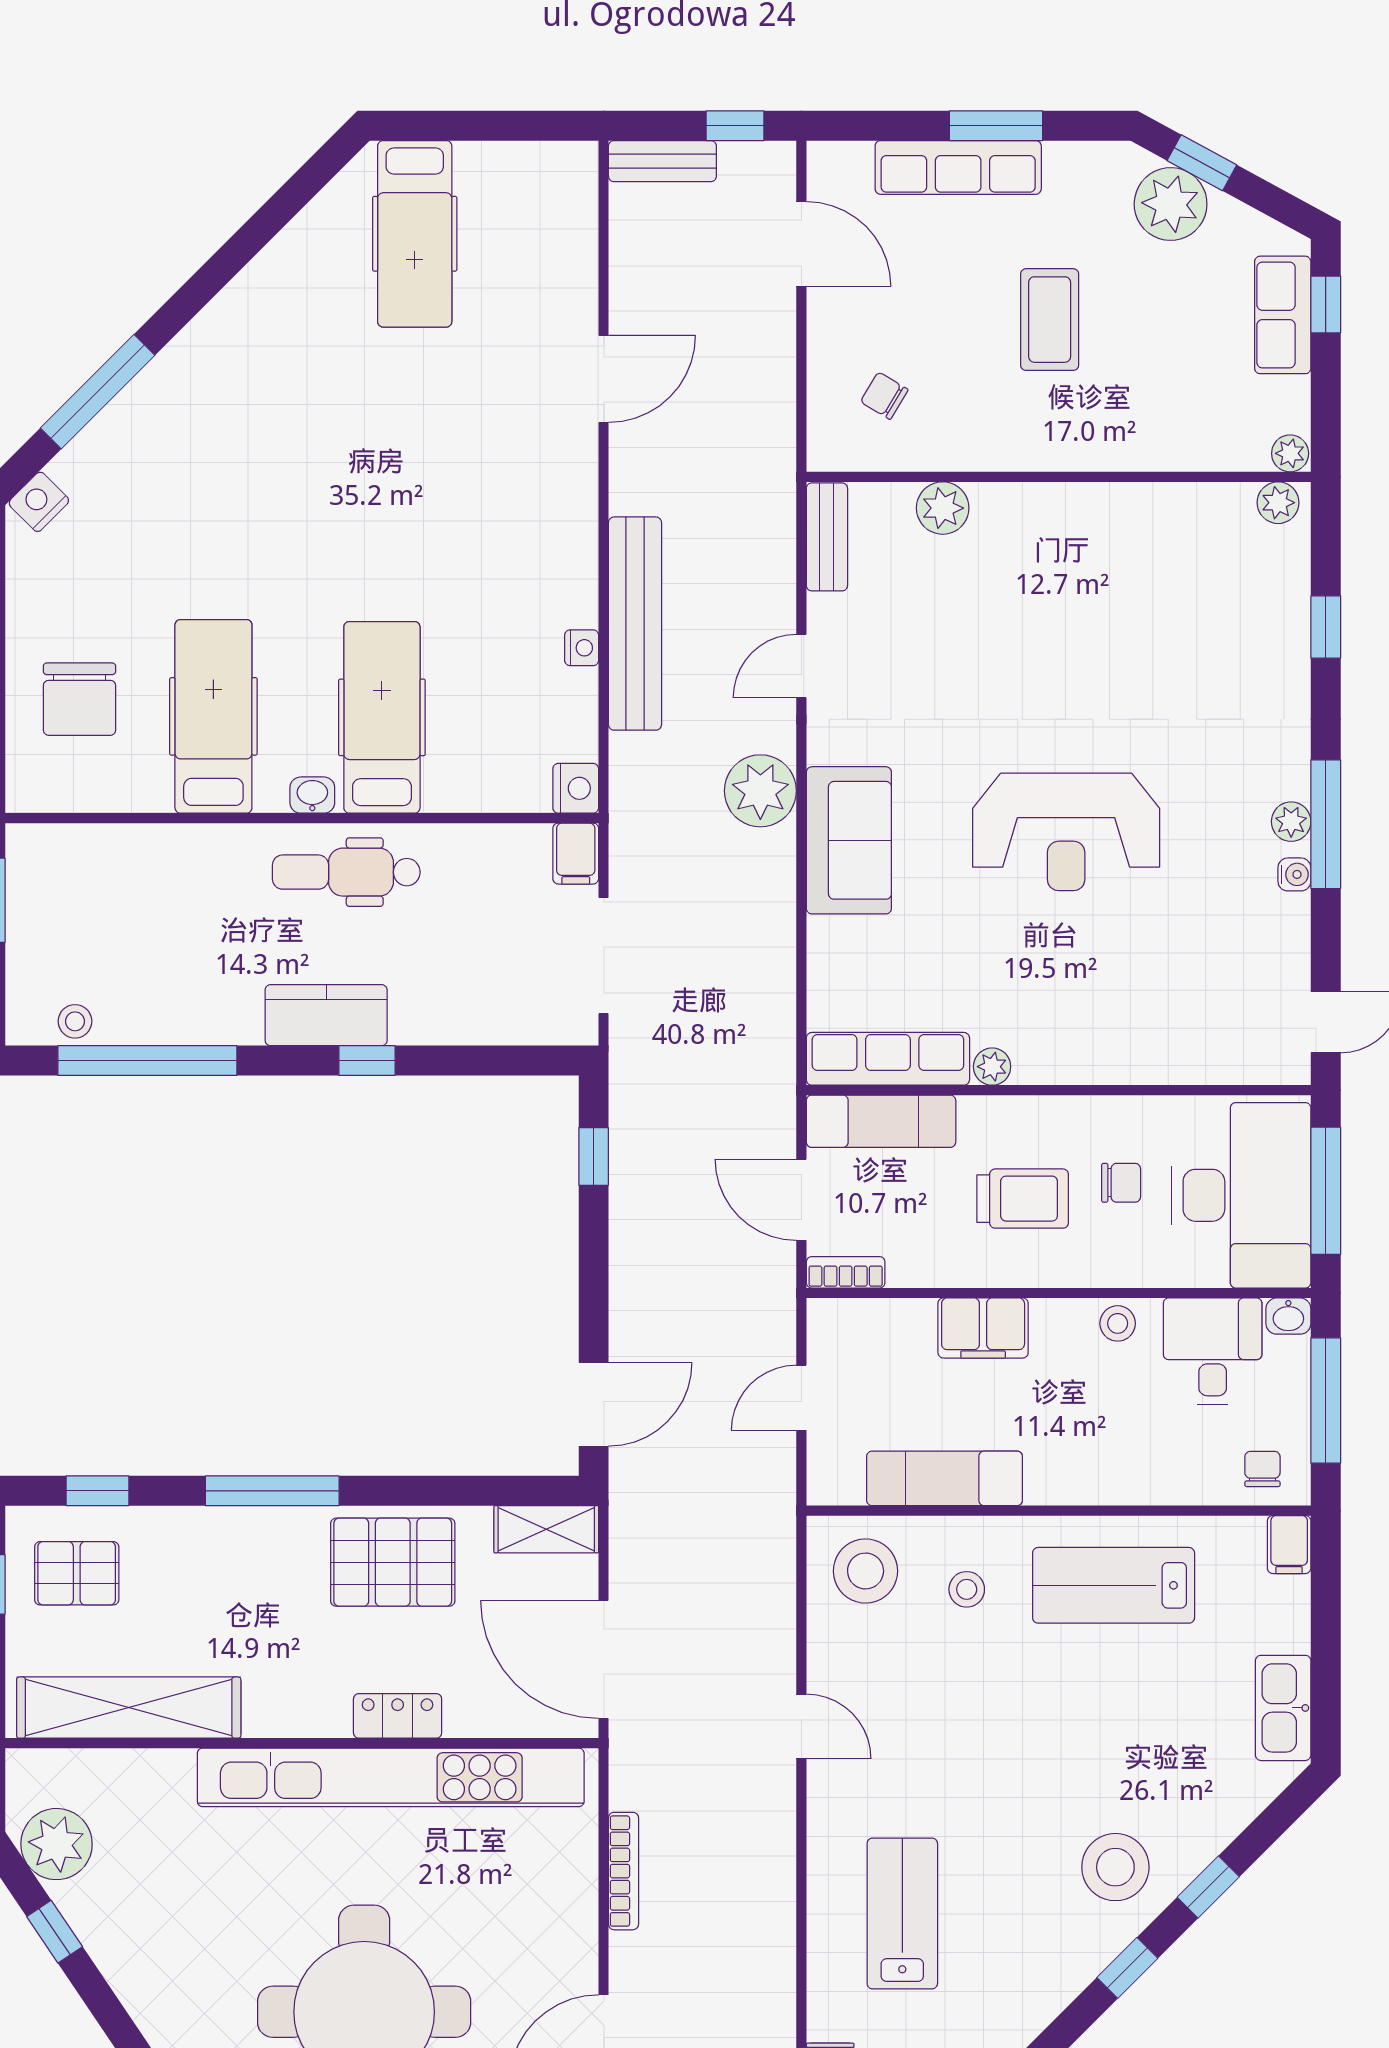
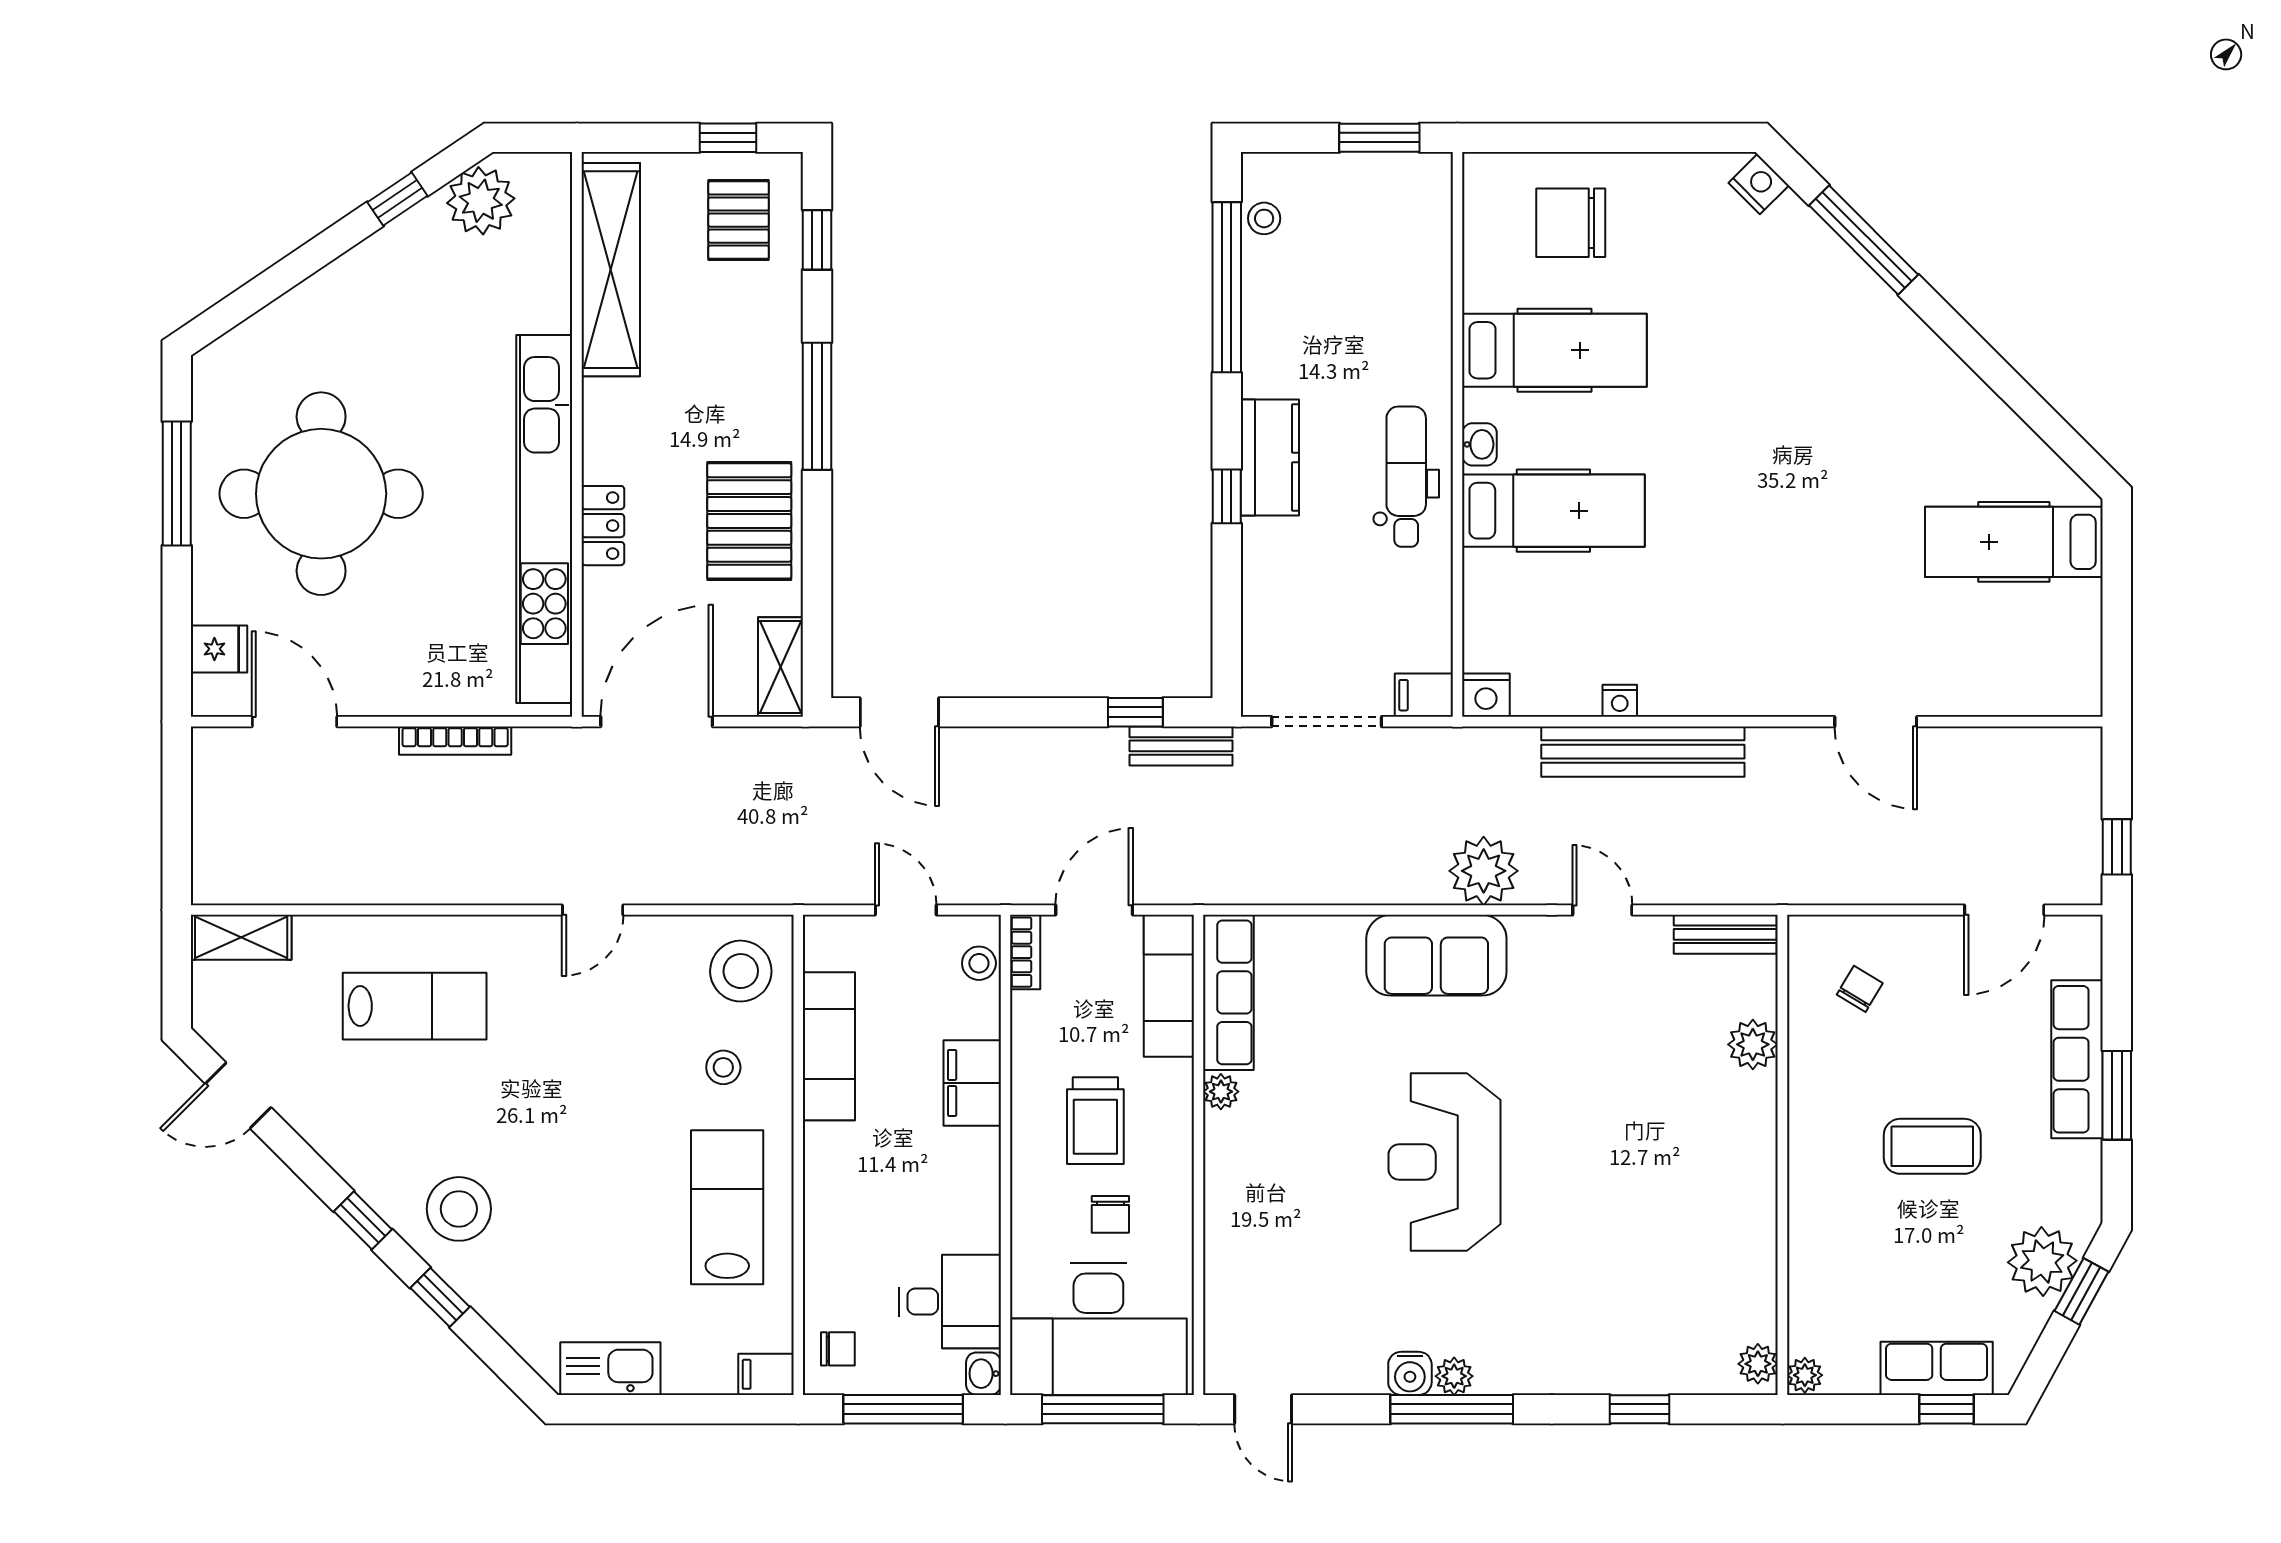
bench: (662, 161) -> (1181, 746), moved, turned 90
water cooler: (1294, 874) -> (1410, 1373), width x1.38, depth x1.38
stool: (1118, 1323) -> (979, 963), moved

